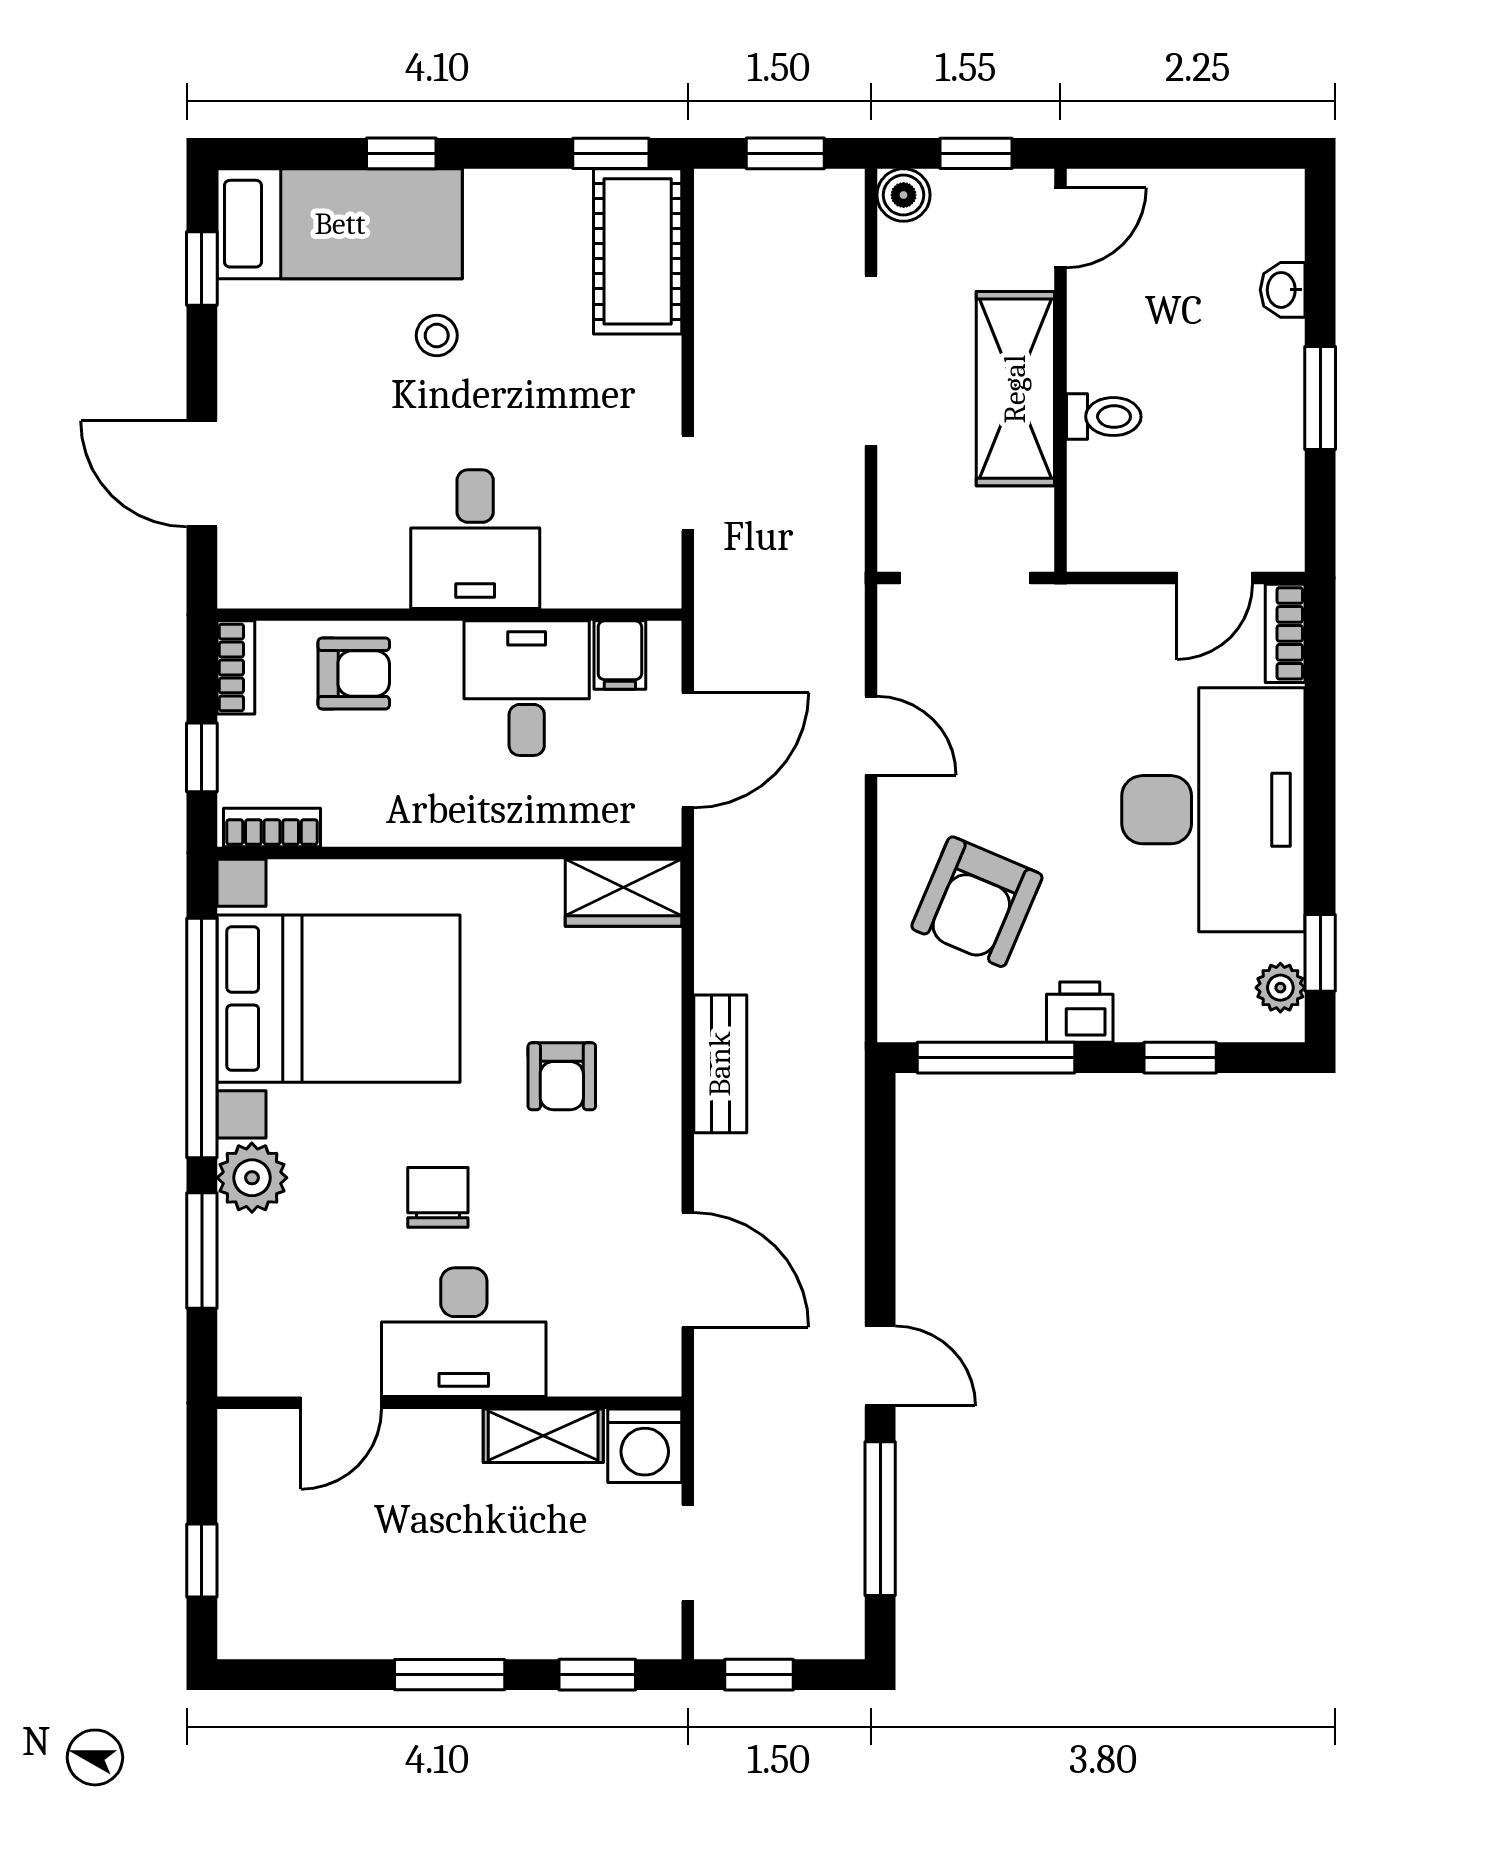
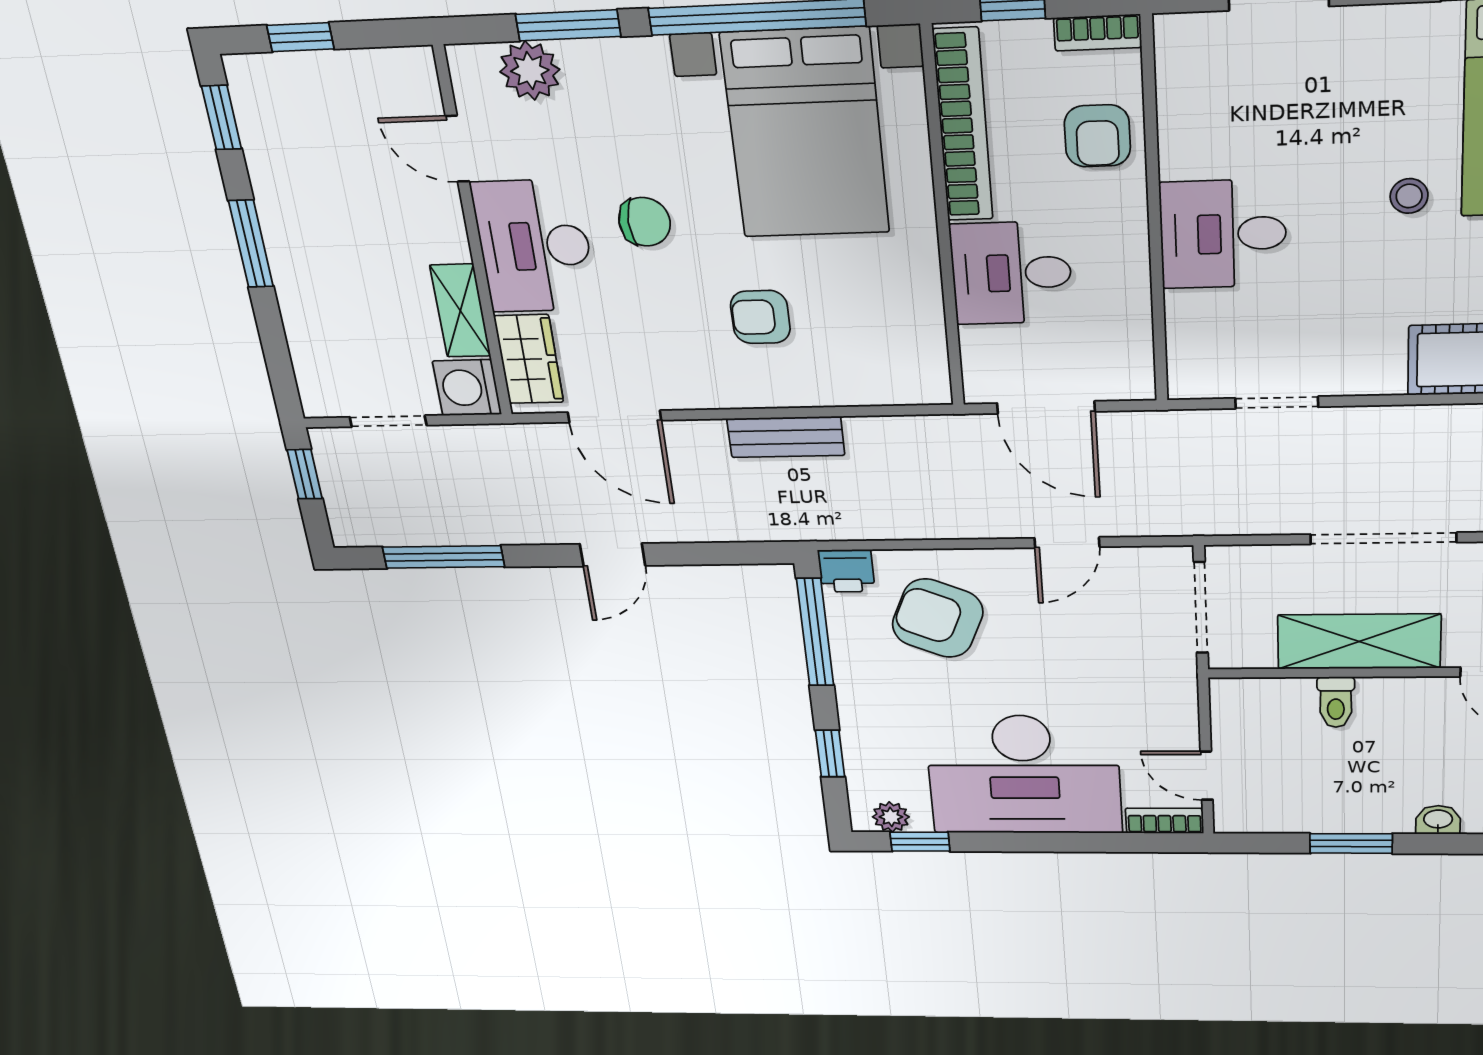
filing cabinet: (620, 655) -> (1125, 353), removed
desk: (527, 688) -> (1011, 273), moved, turned 180
bookcase: (272, 827) -> (963, 125), width x2.31, depth x1.31
wardrobe: (624, 893) -> (529, 359), moved, turned 180
printer: (1080, 1012) -> (846, 571), moved, turned 90
plant: (252, 1178) -> (530, 71), moved
door: (688, 1270) -> (614, 416), hinge flipped
door: (880, 1366) -> (613, 555), moved
window: (597, 1675) -> (222, 118), moved

